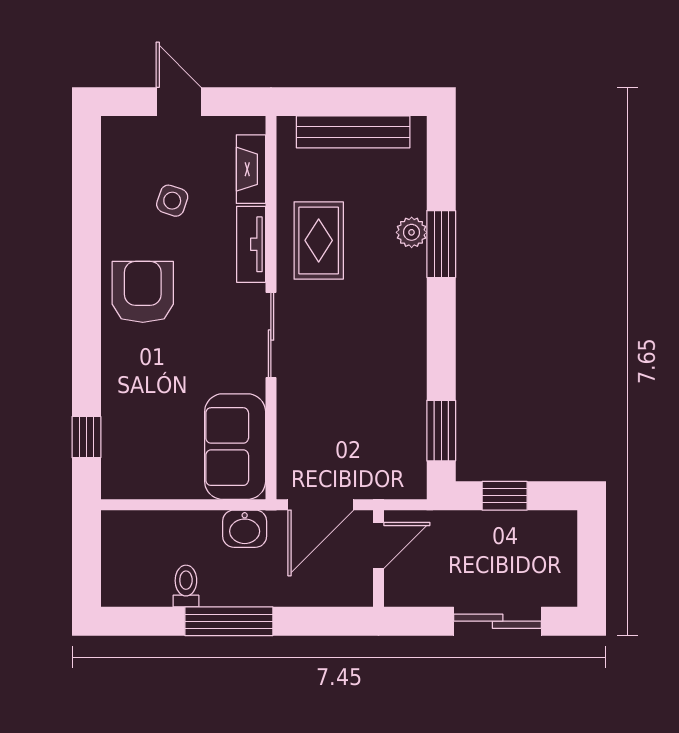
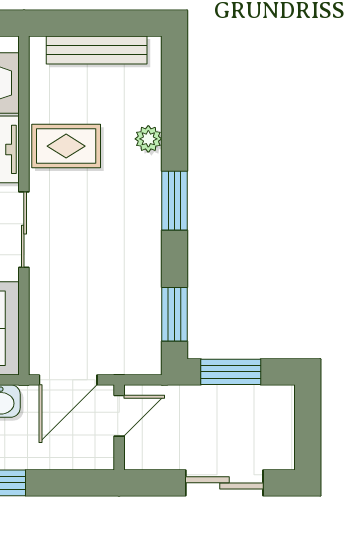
rug: (319, 240) -> (66, 146), turned 90
window: (441, 244) -> (175, 201), moved
window: (505, 496) -> (231, 372), width x1.50

